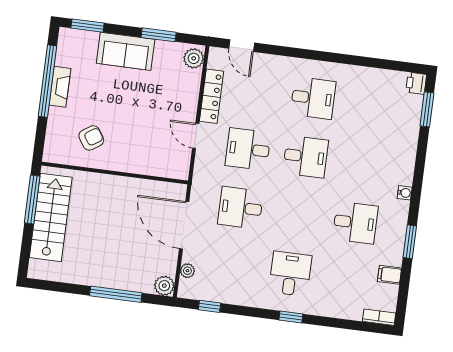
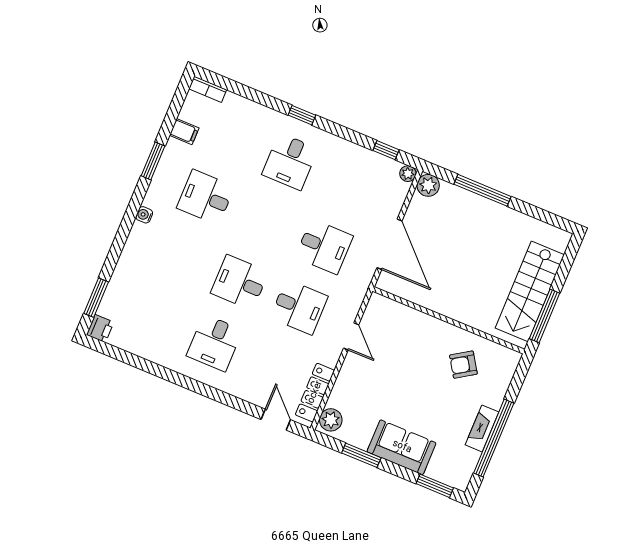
locker: (212, 96) -> (315, 393), moved
desk: (313, 98) -> (215, 343), turned -90
plant: (187, 271) -> (408, 174), moved

